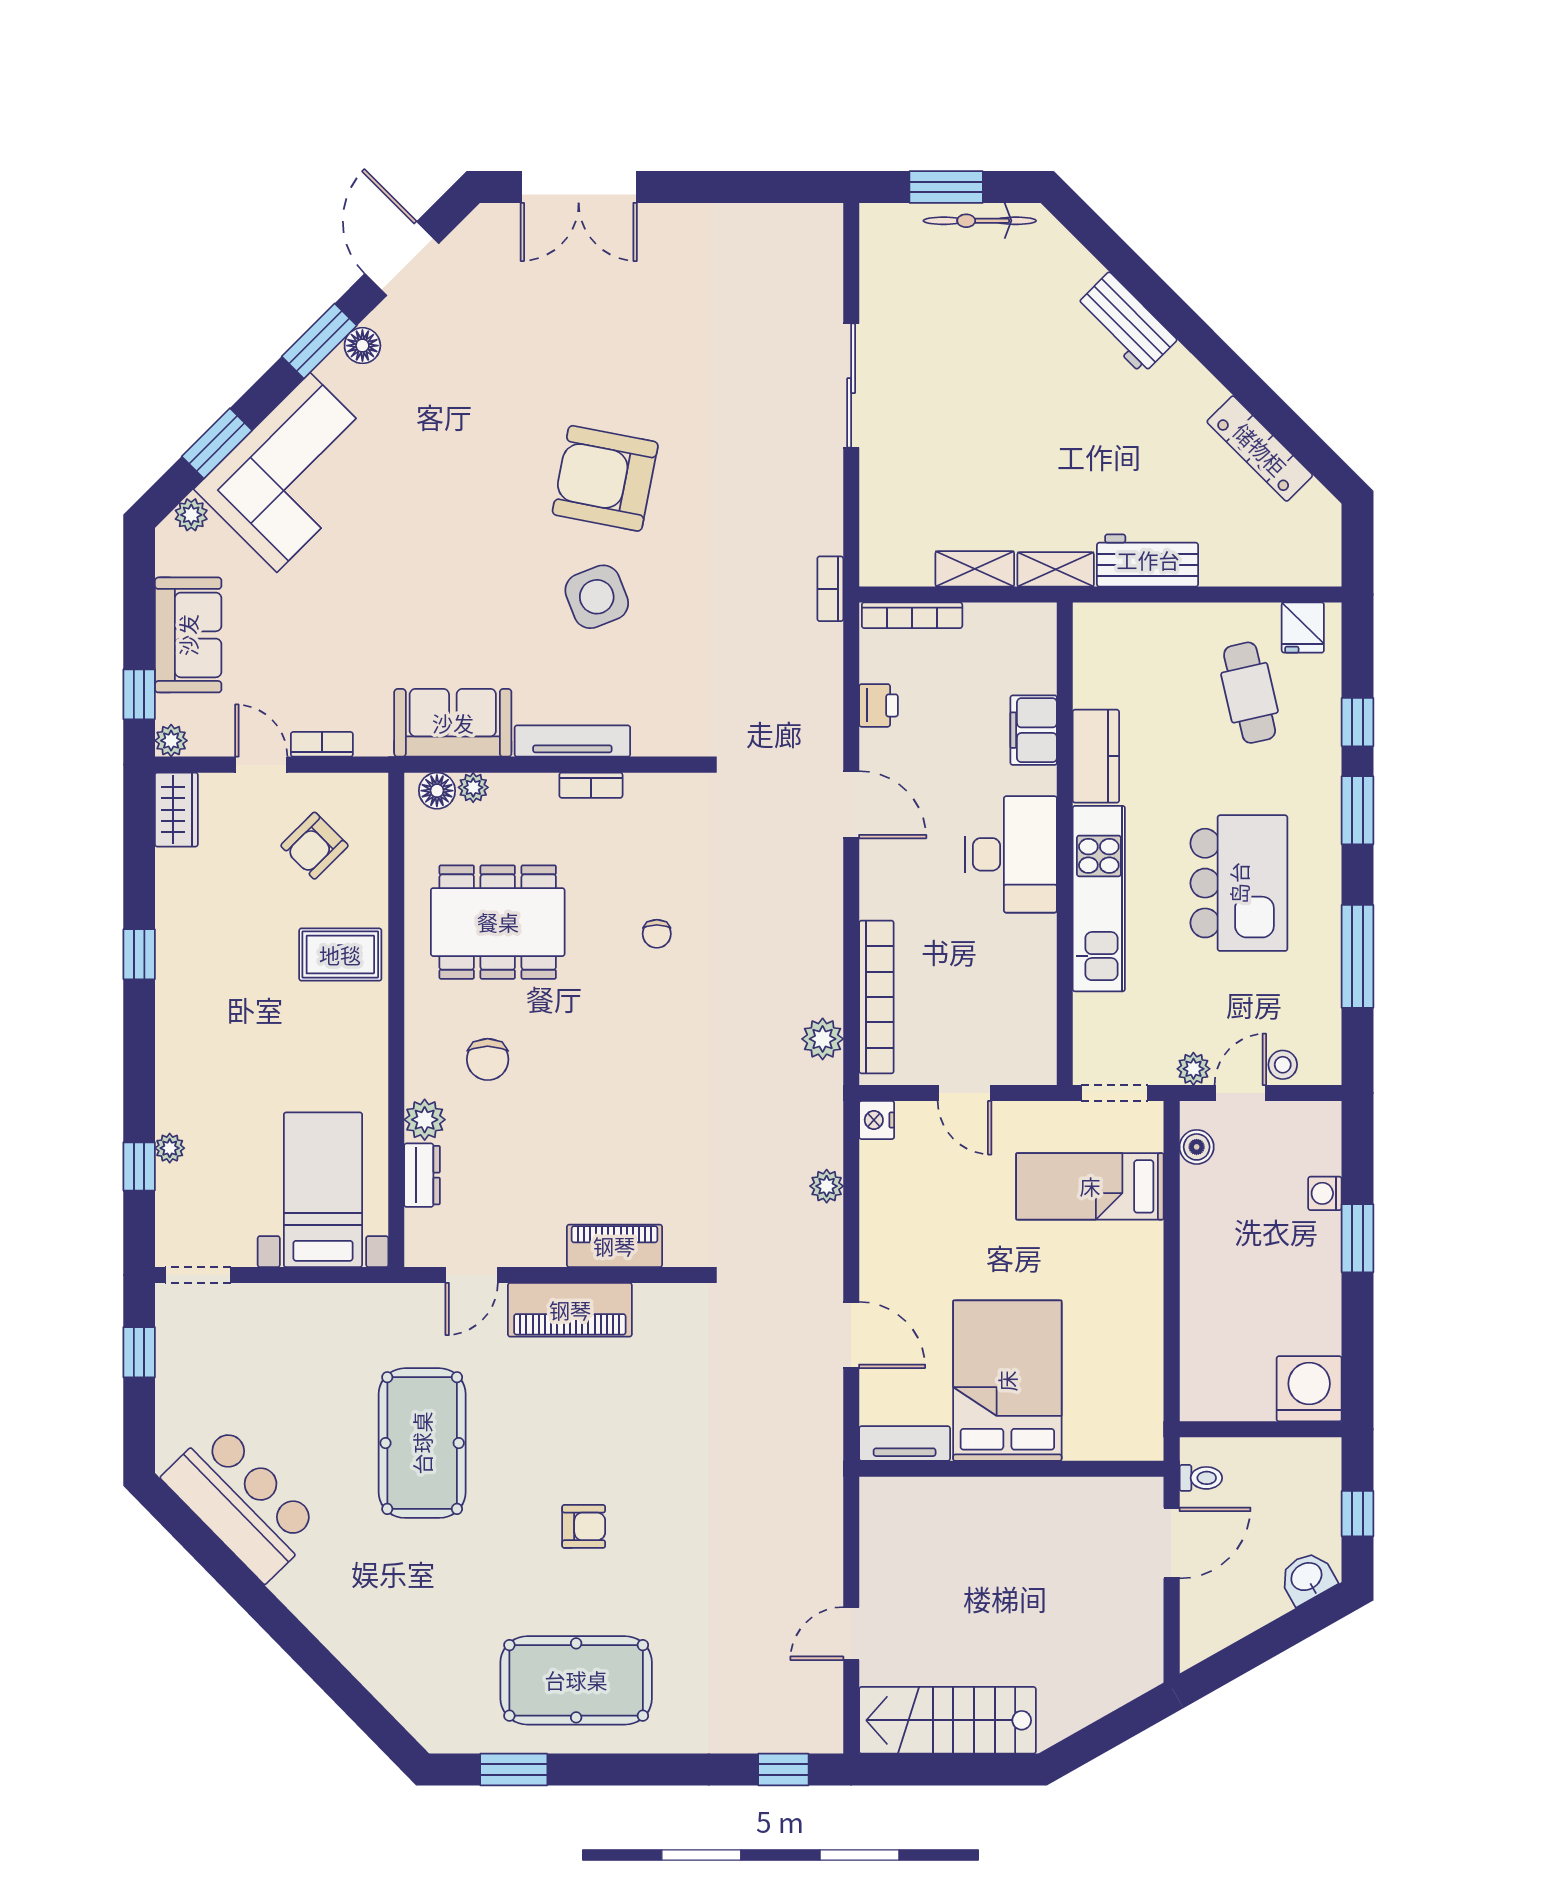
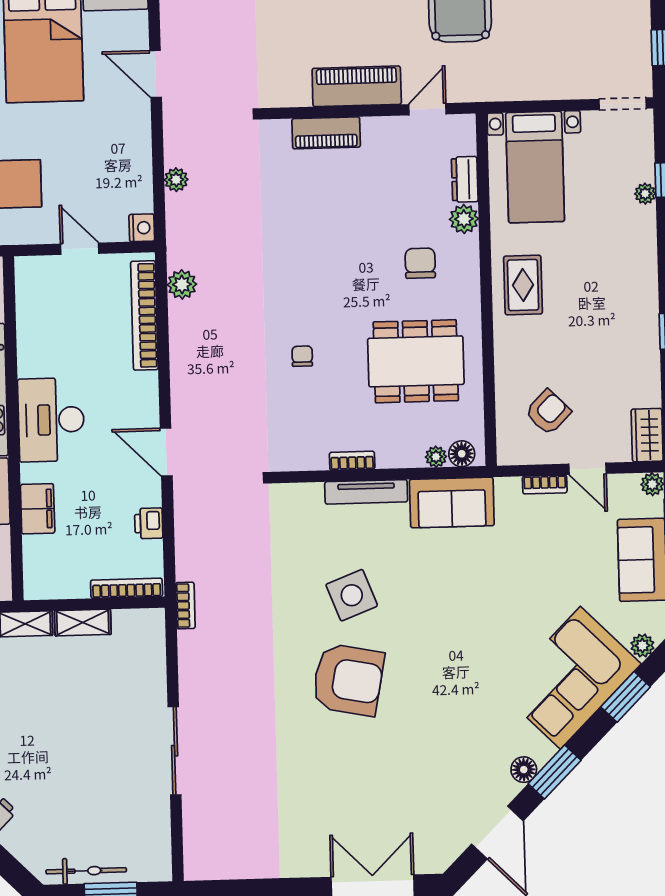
rug: (340, 955) -> (523, 285), moved, turned 90

